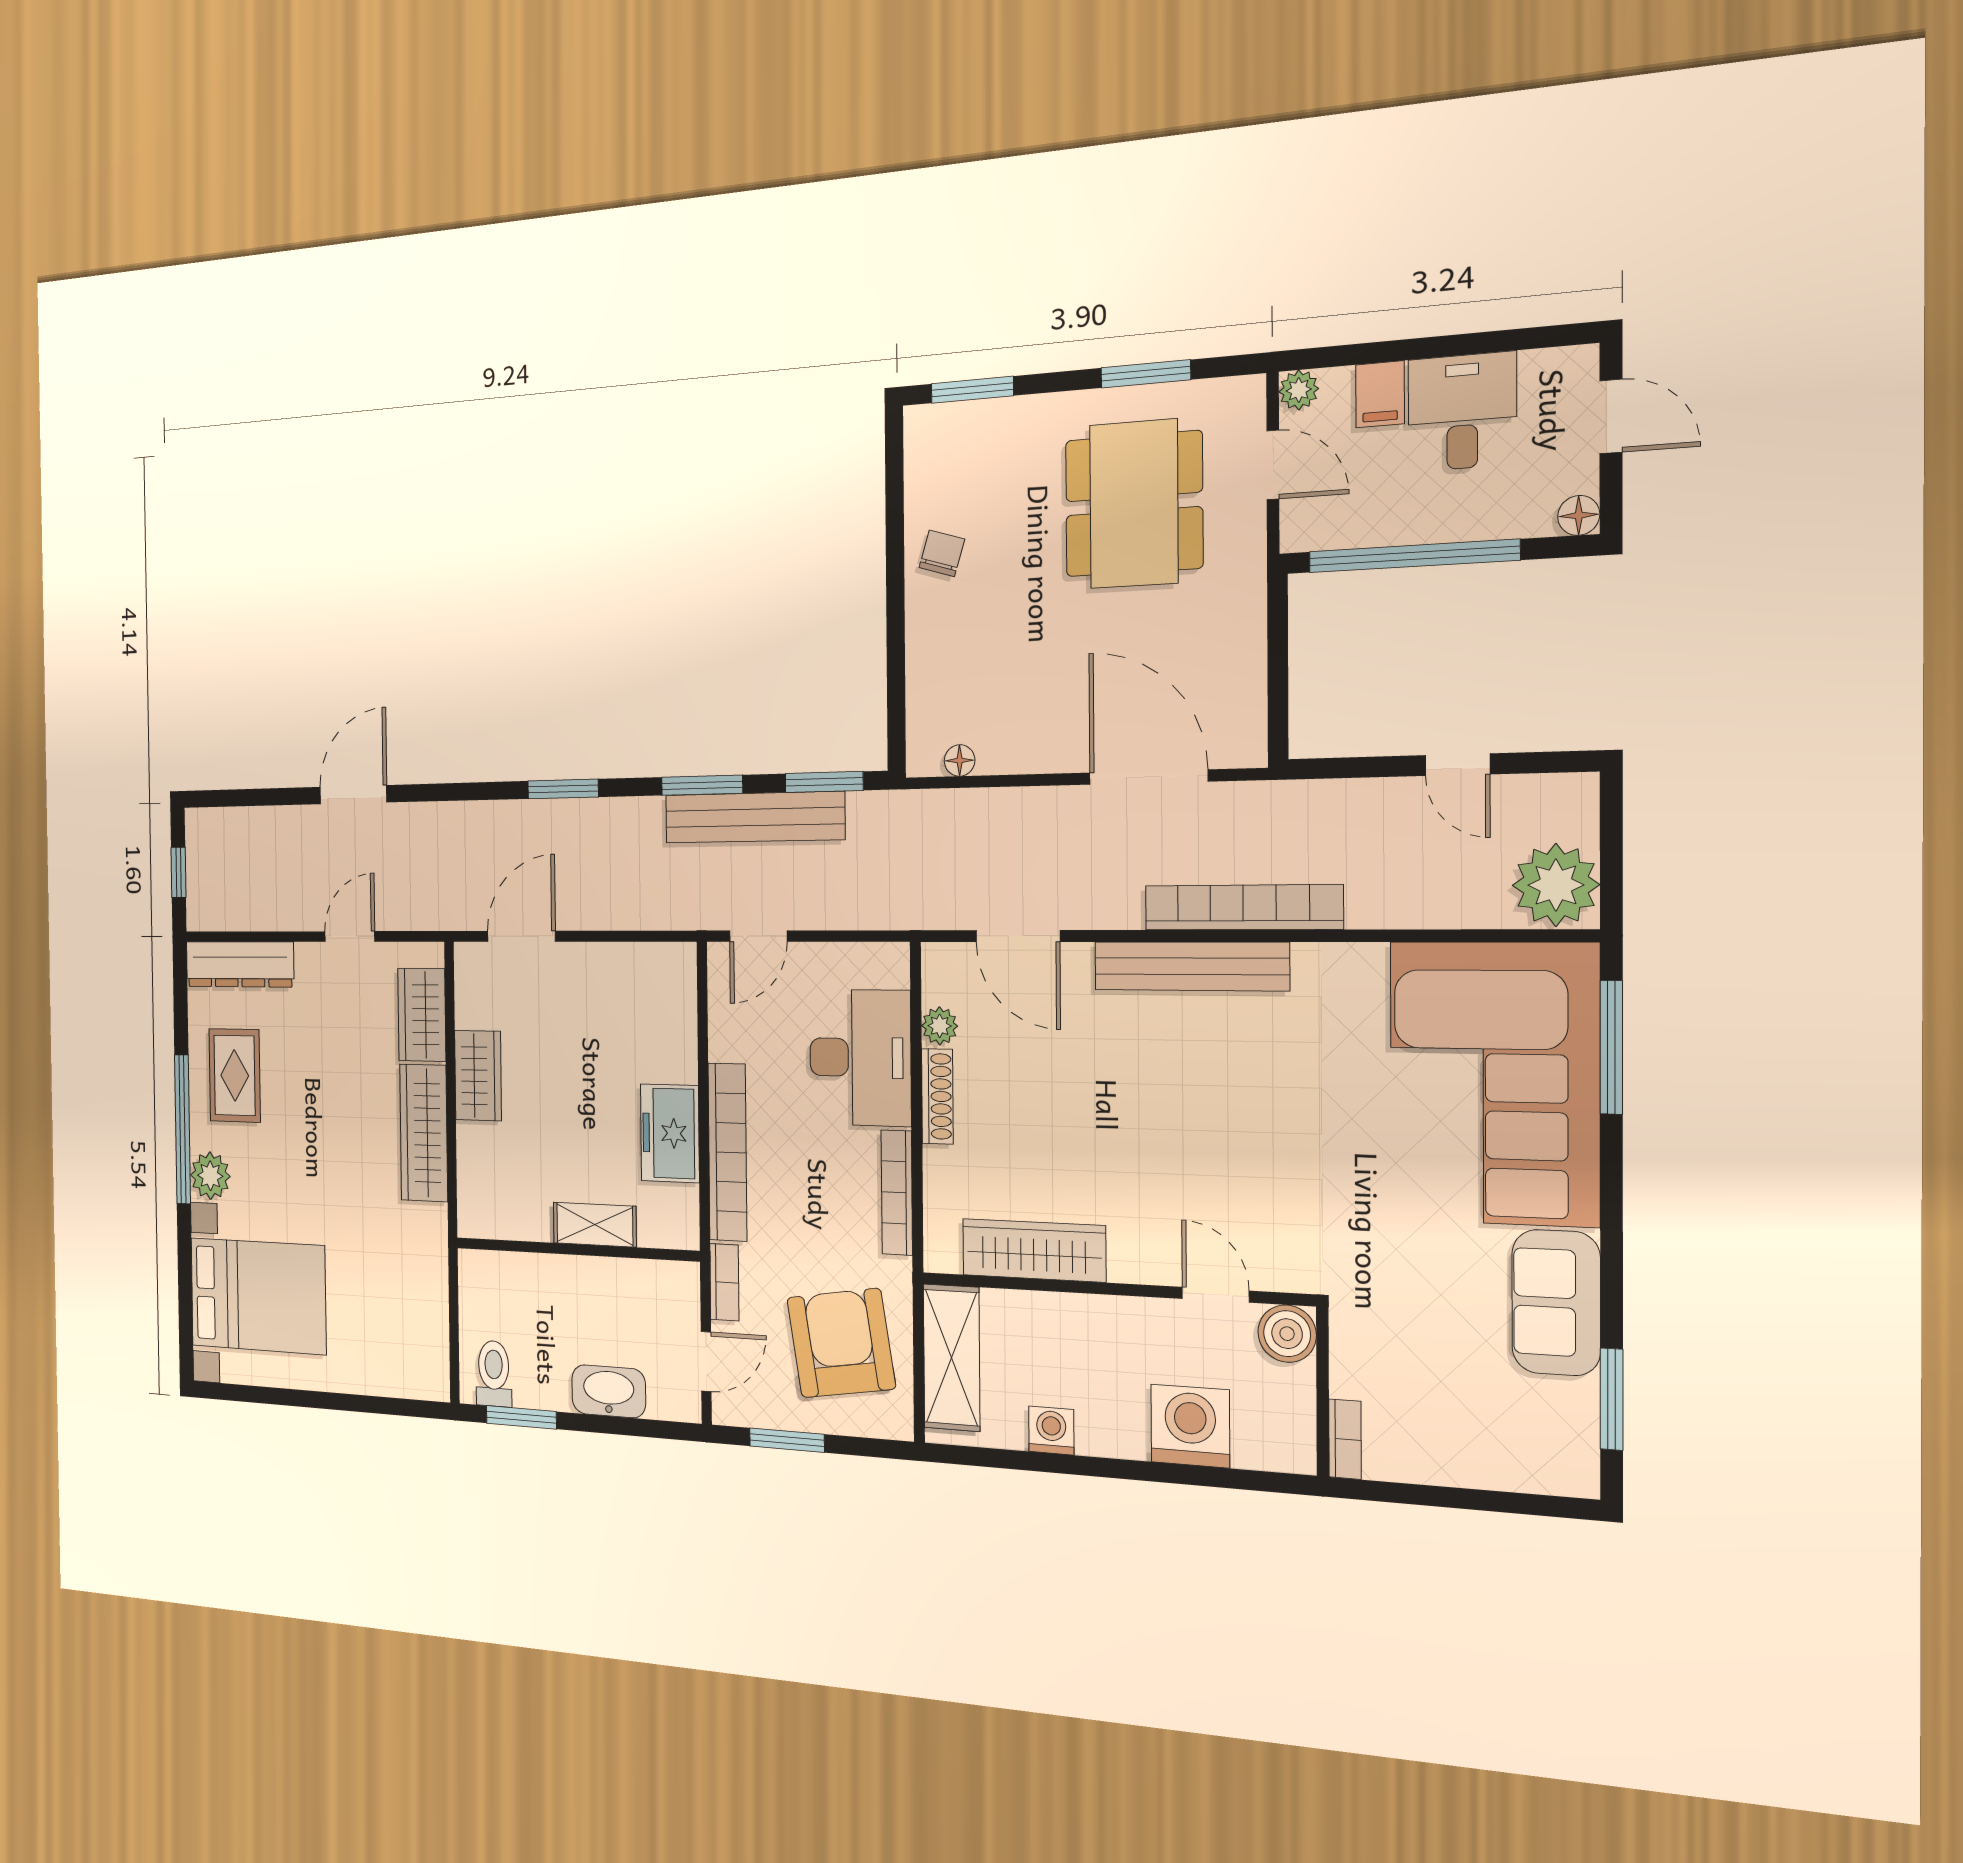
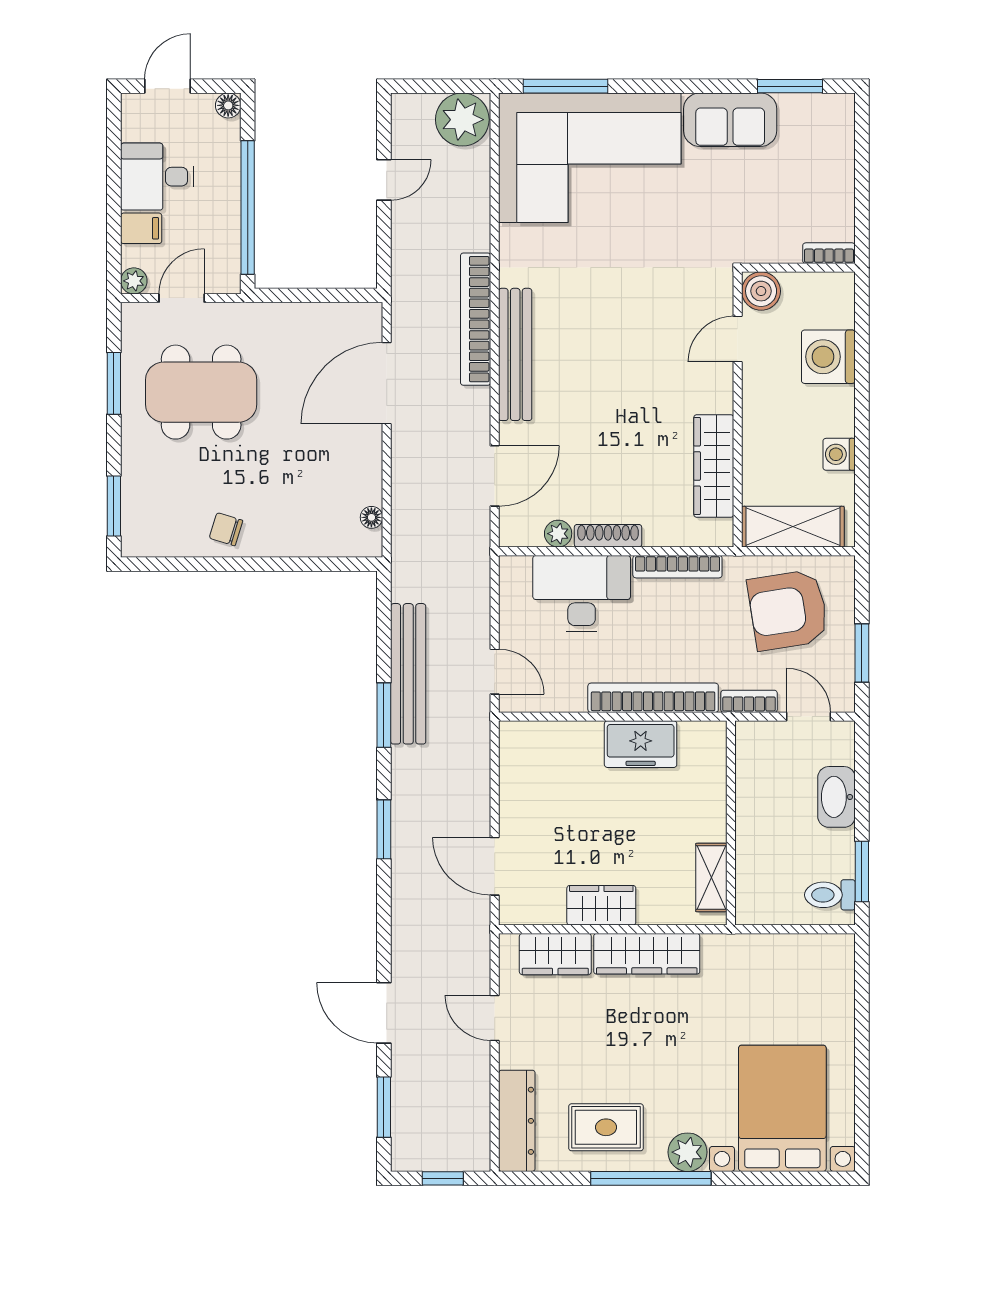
window: (824, 782) -> (384, 1107), moved
shelving: (595, 1225) -> (711, 878), moved

